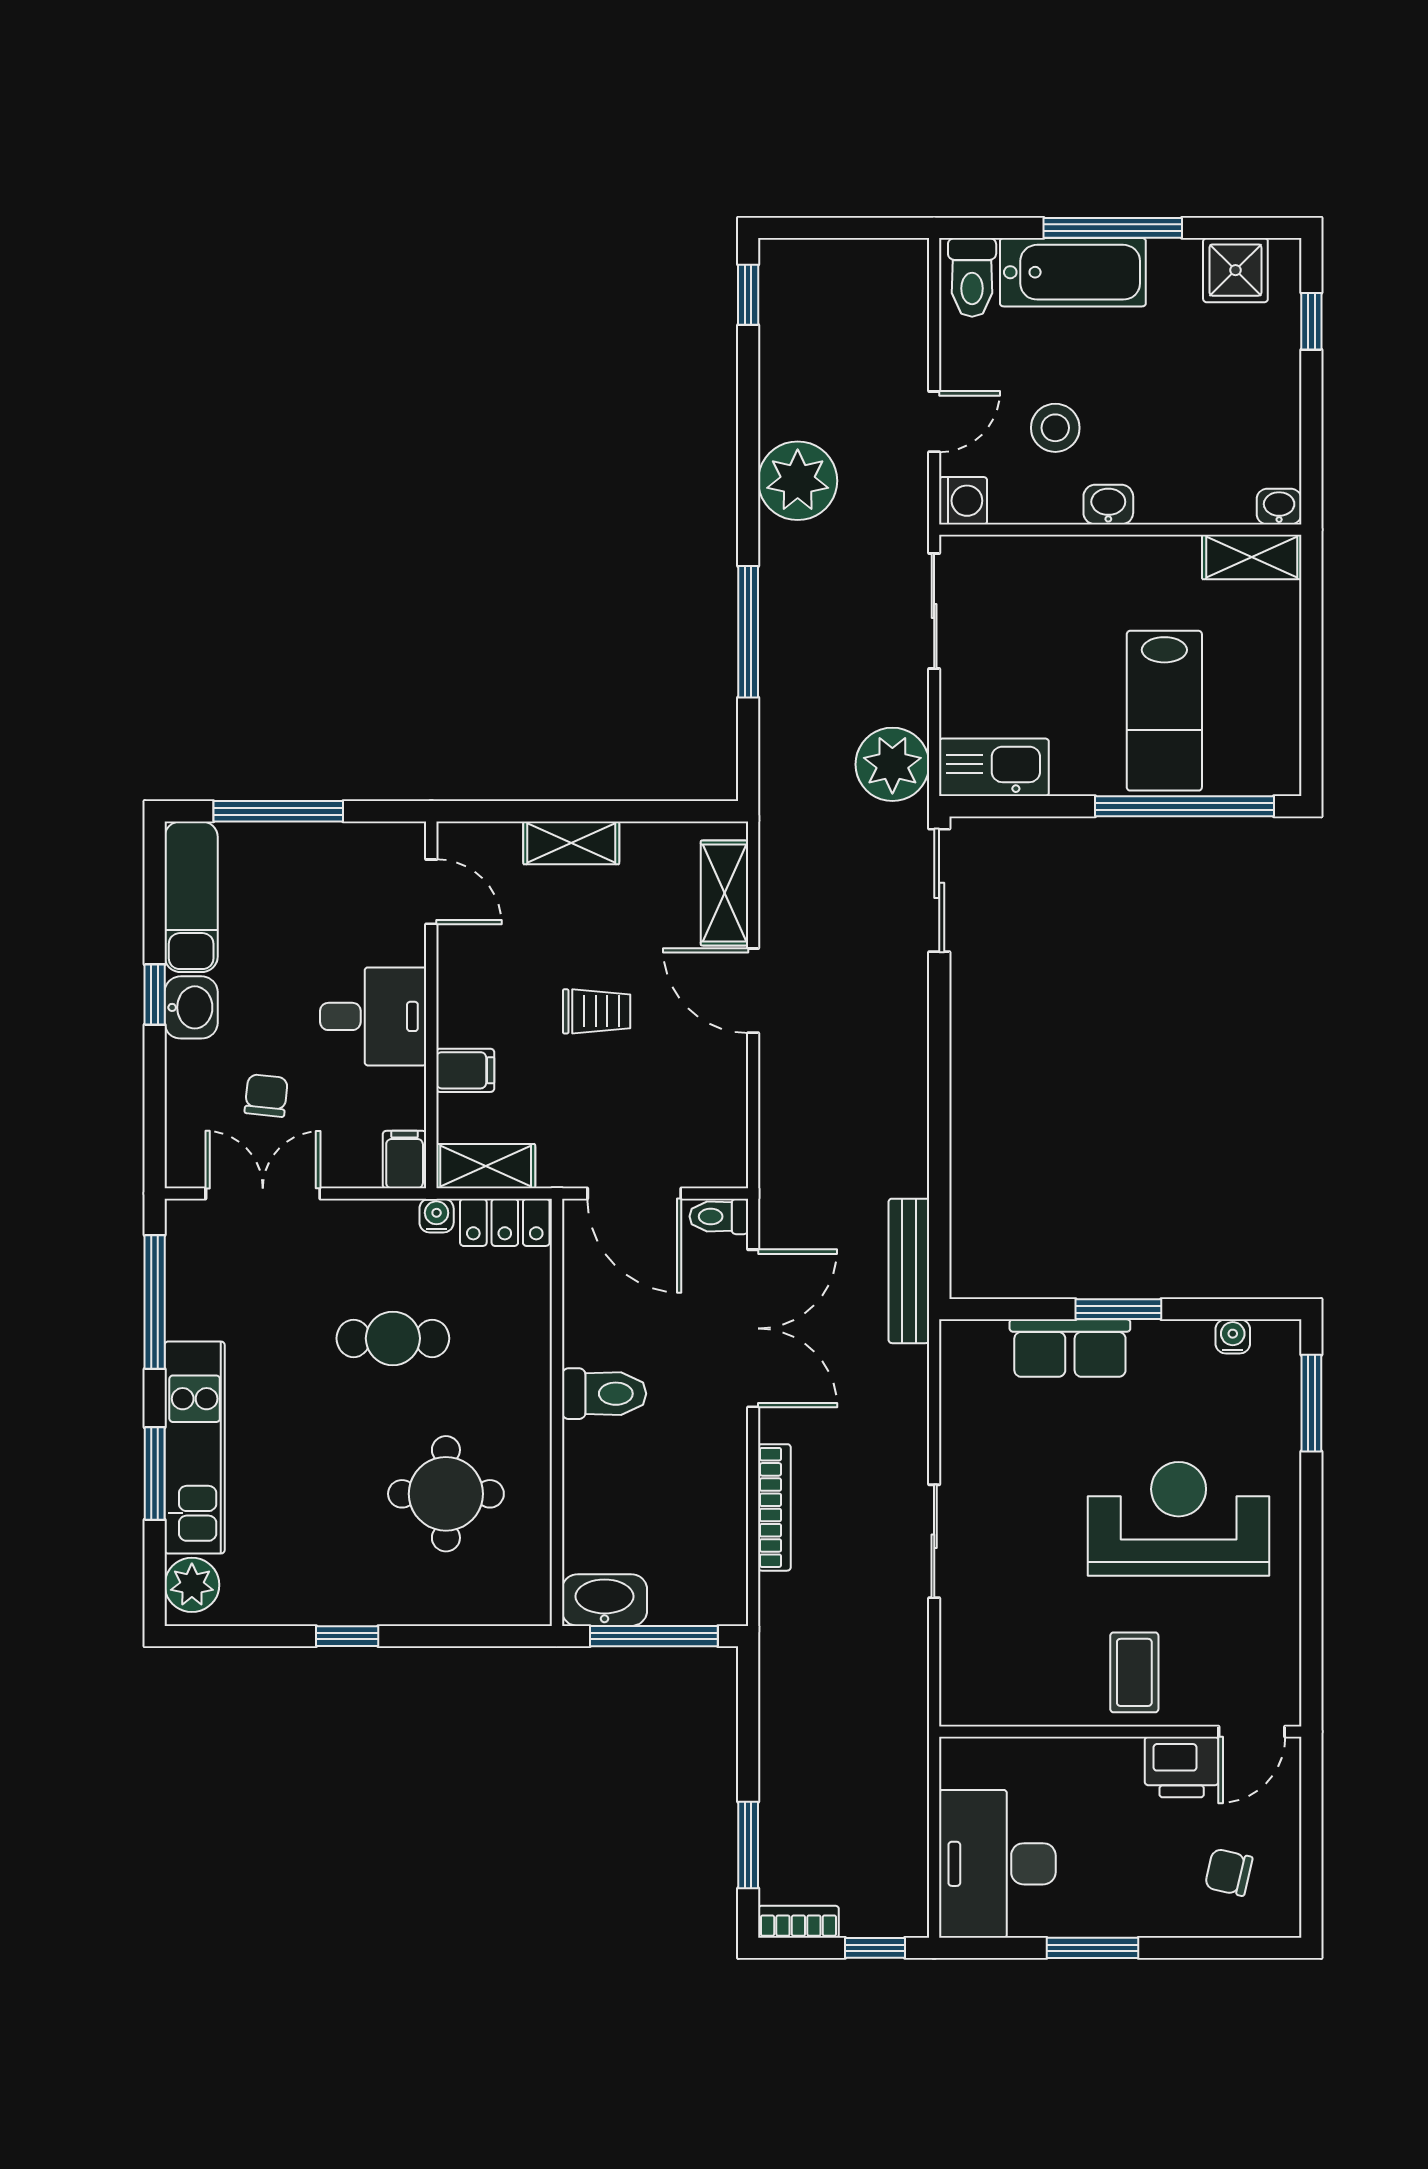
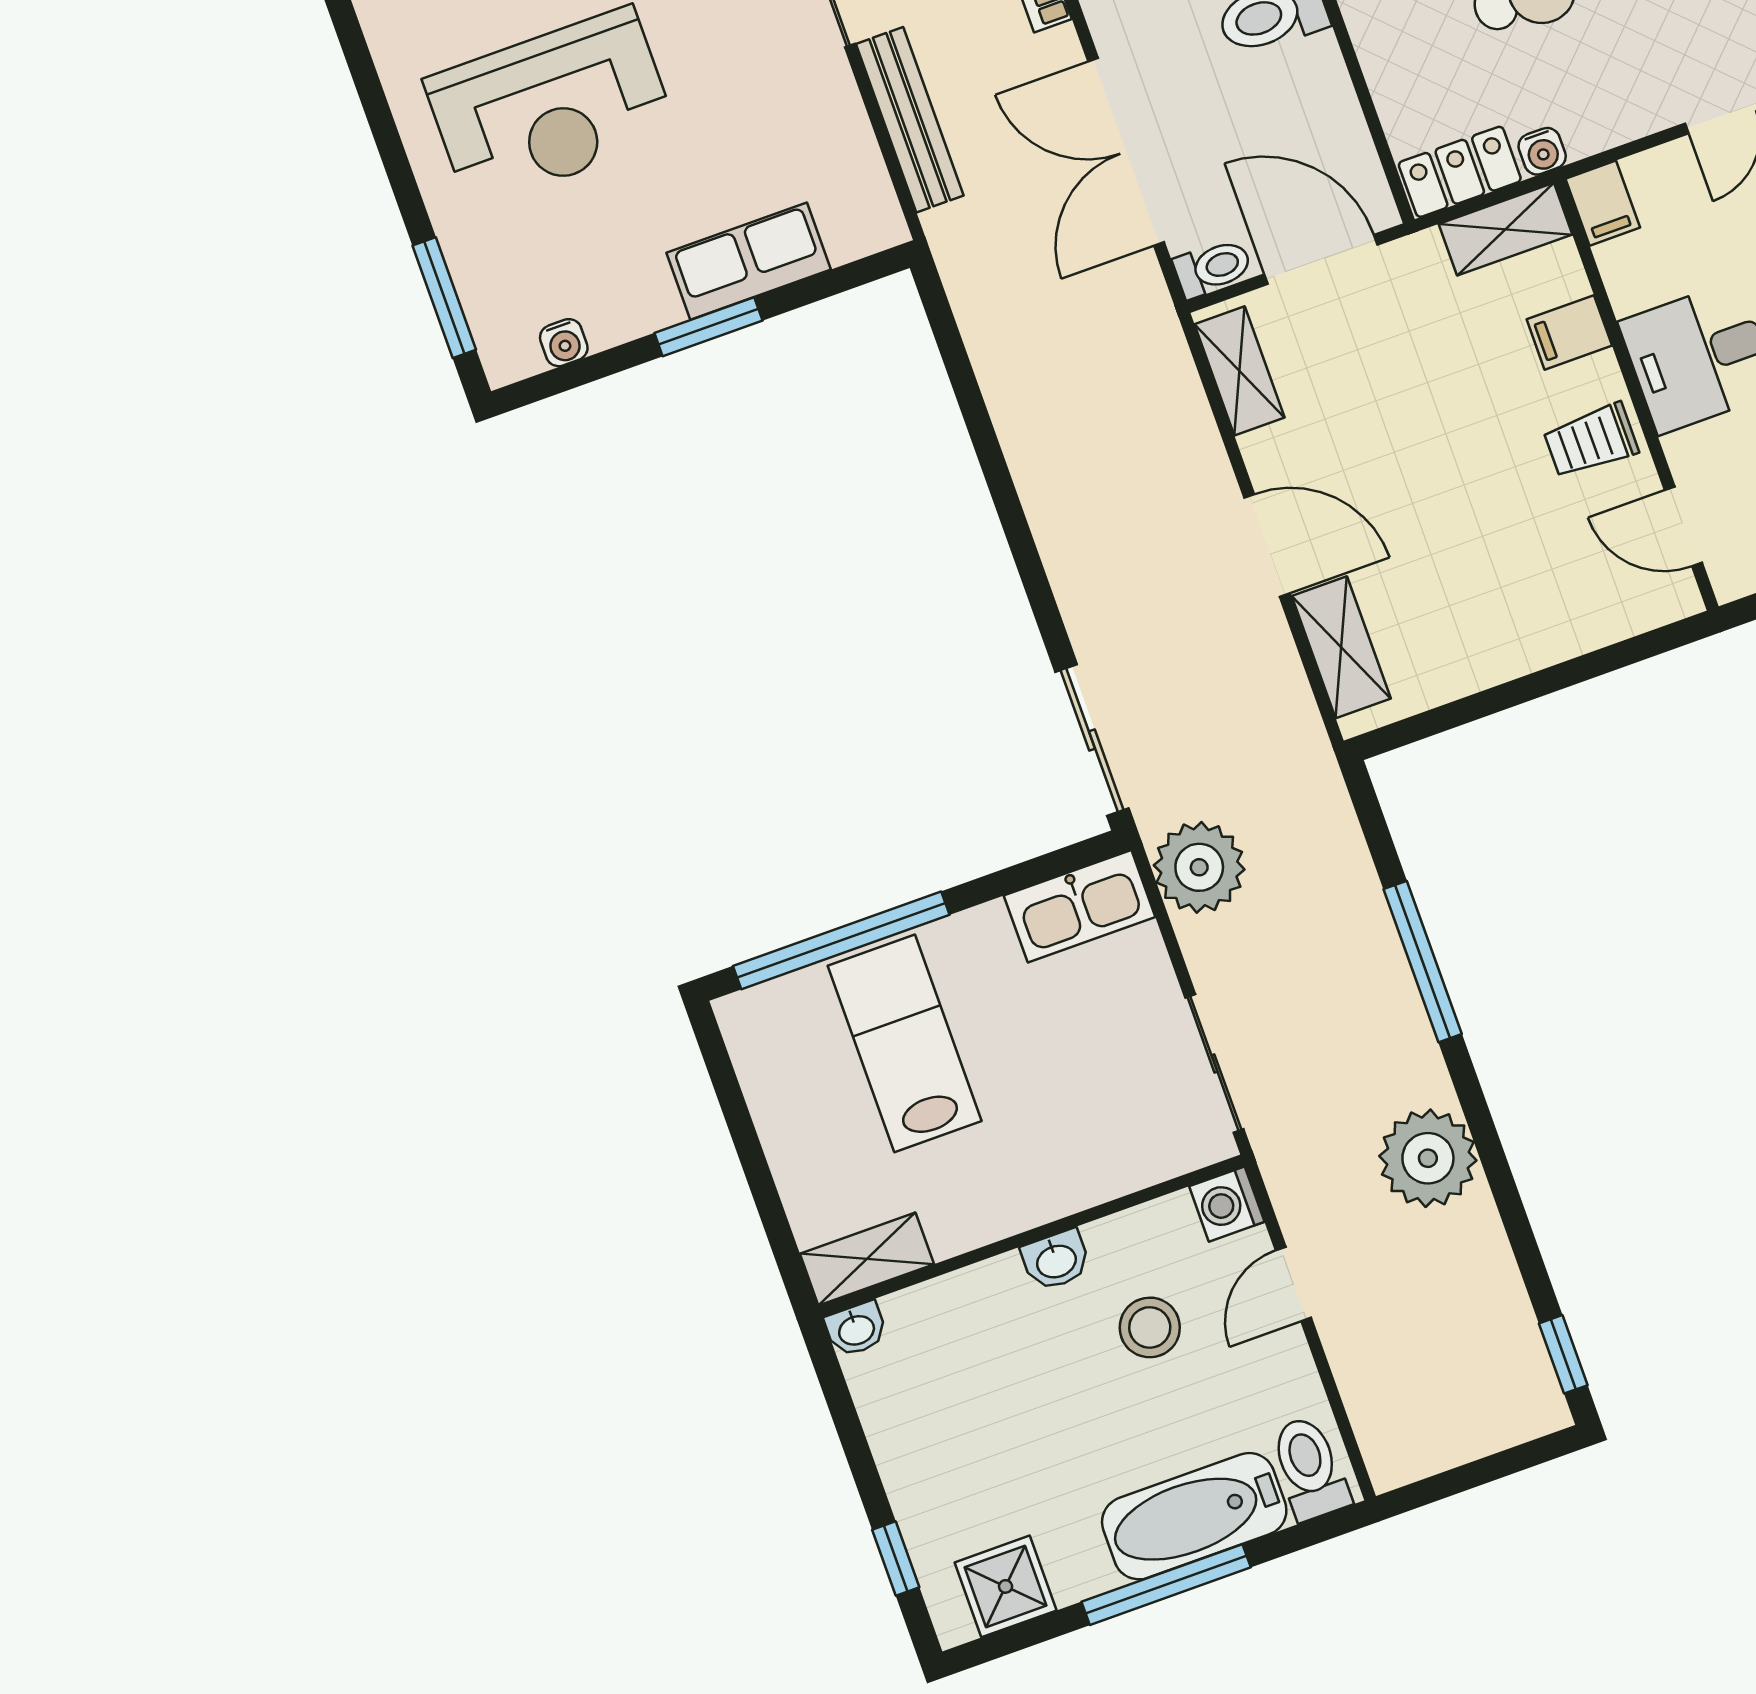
shelving: (571, 843) -> (1239, 371), moved, turned 90
trolley: (597, 1011) -> (1591, 441), moved
bench: (909, 1271) -> (910, 120), moved

